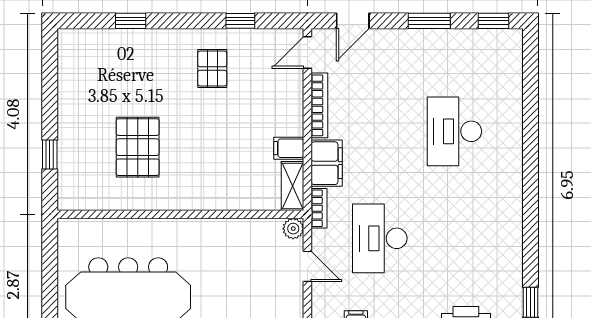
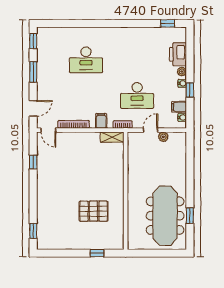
window: (131, 21) -> (33, 231), moved
door: (353, 21) -> (33, 108), hinge flipped
pallet: (212, 69) -> (56, 175), removed
filing cabinet: (289, 148) -> (94, 139), removed
filing cabinet: (327, 163) -> (101, 121), width x0.50
plant: (293, 229) -> (163, 137), moved

